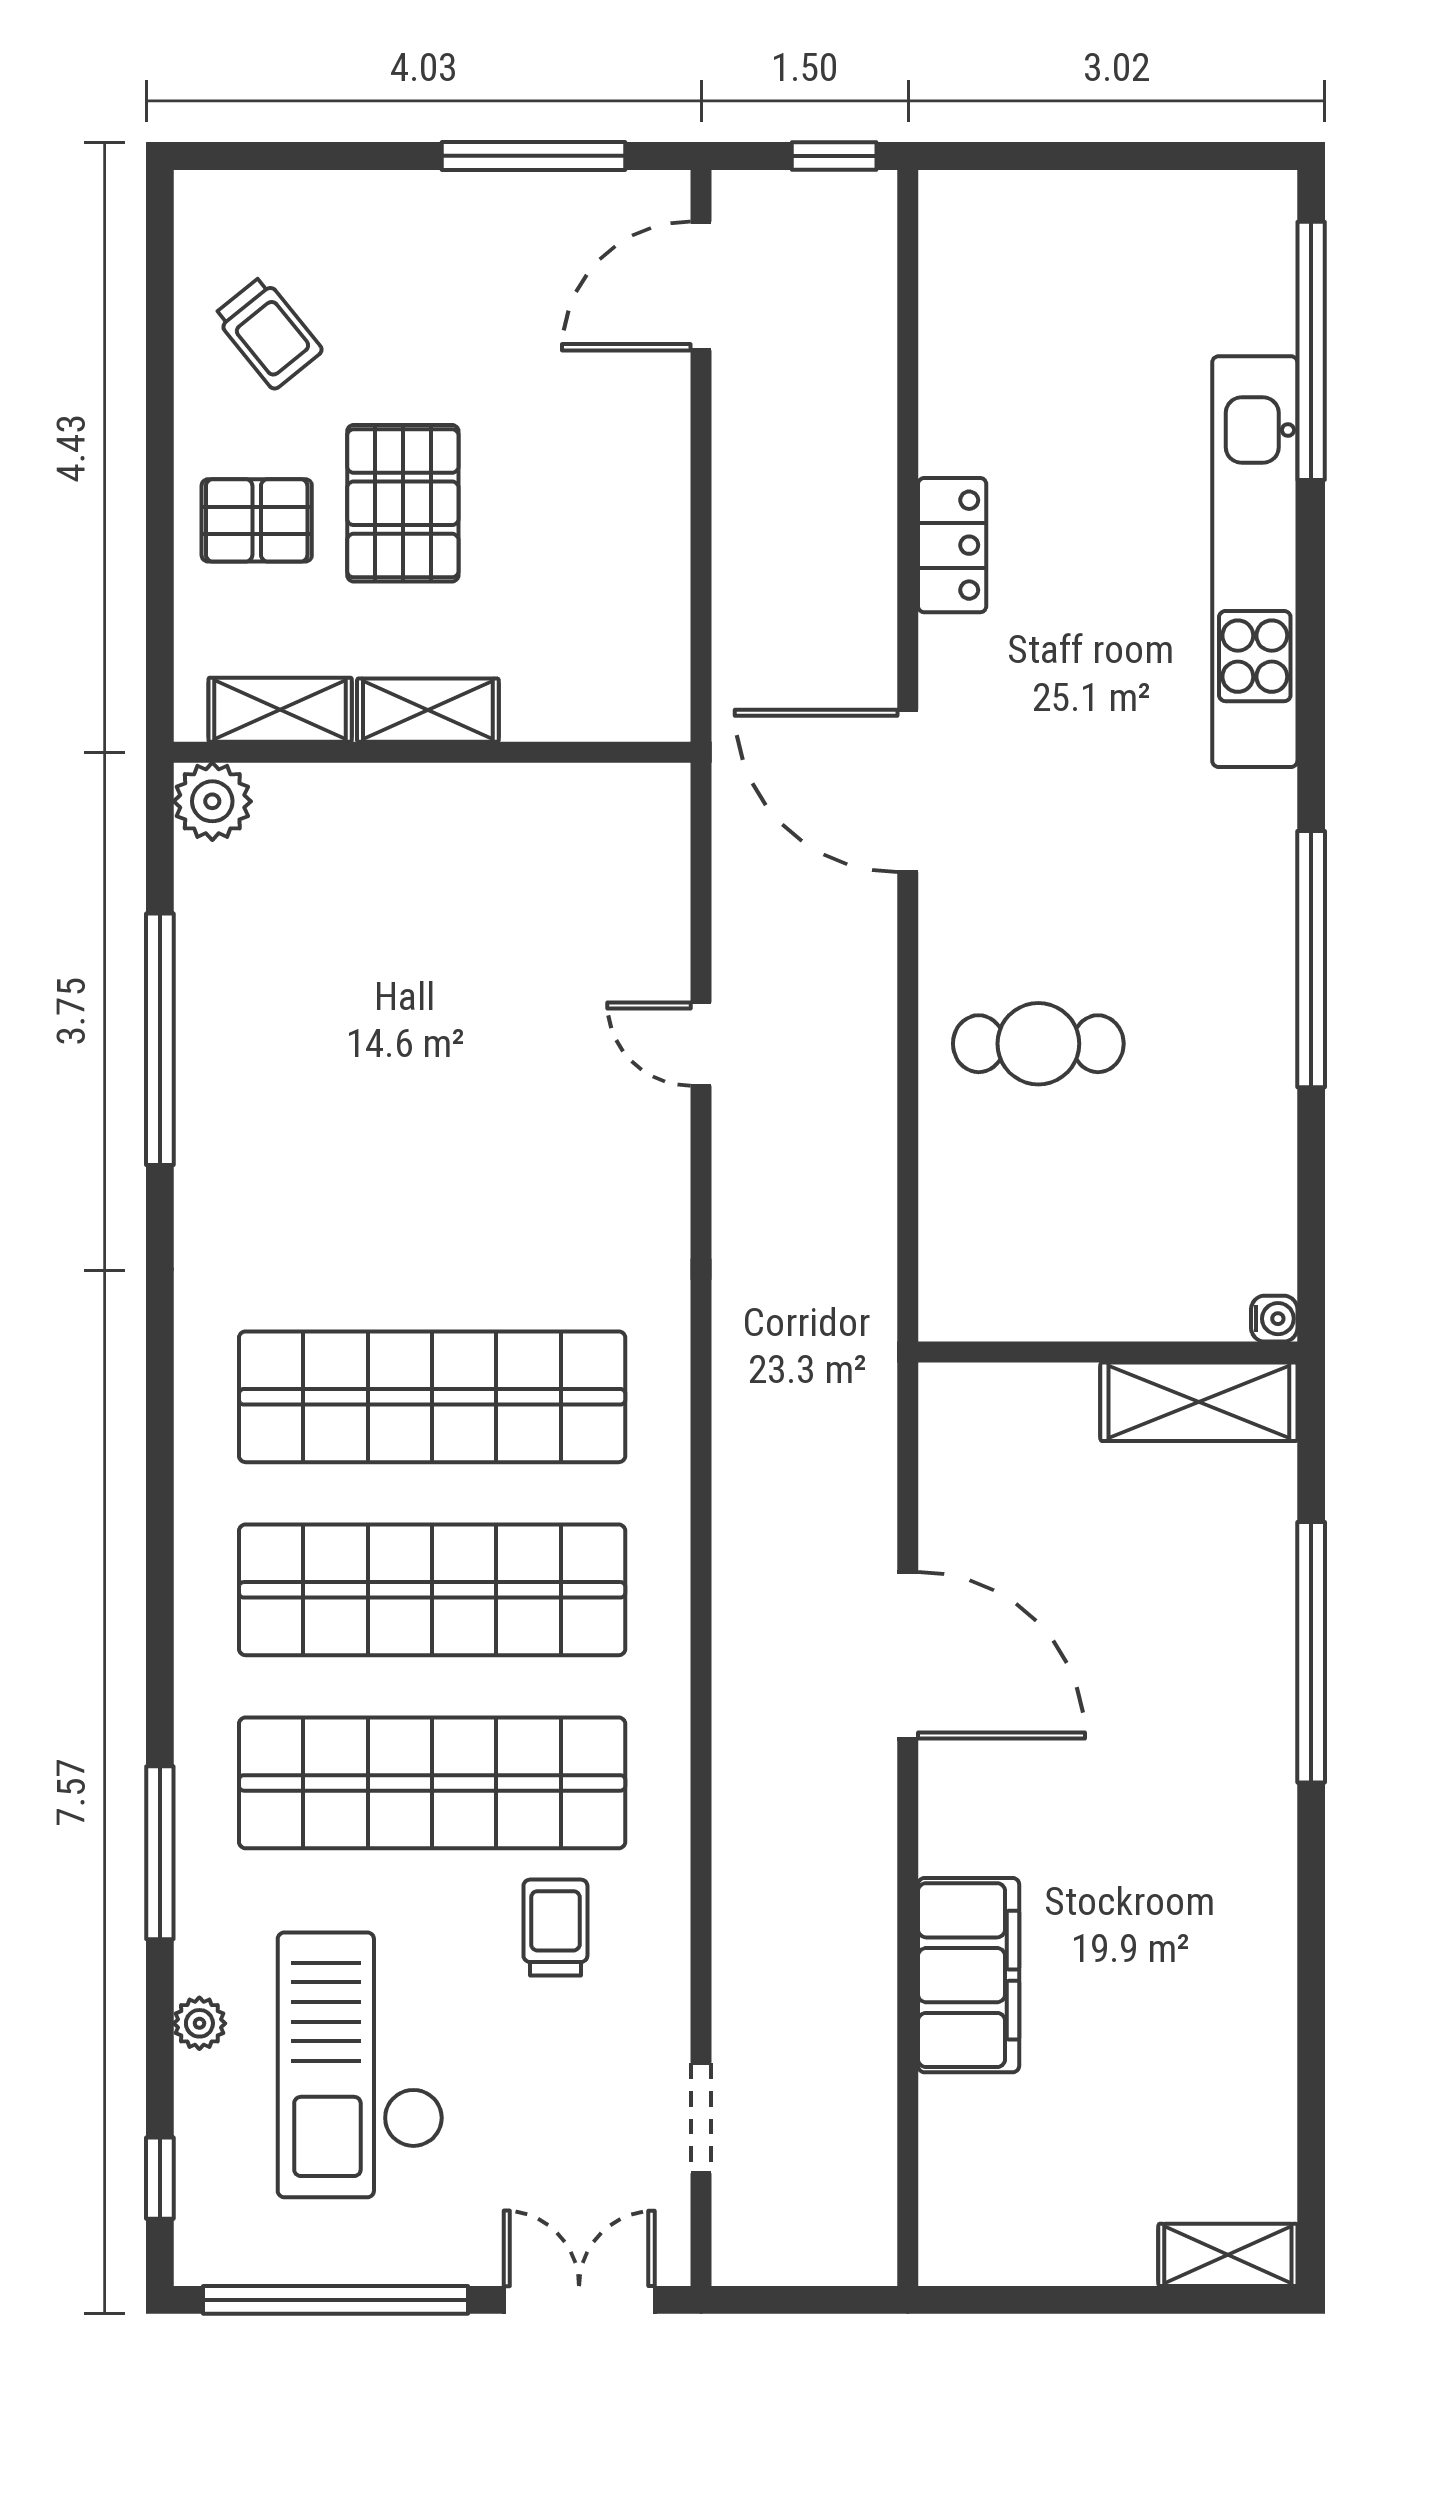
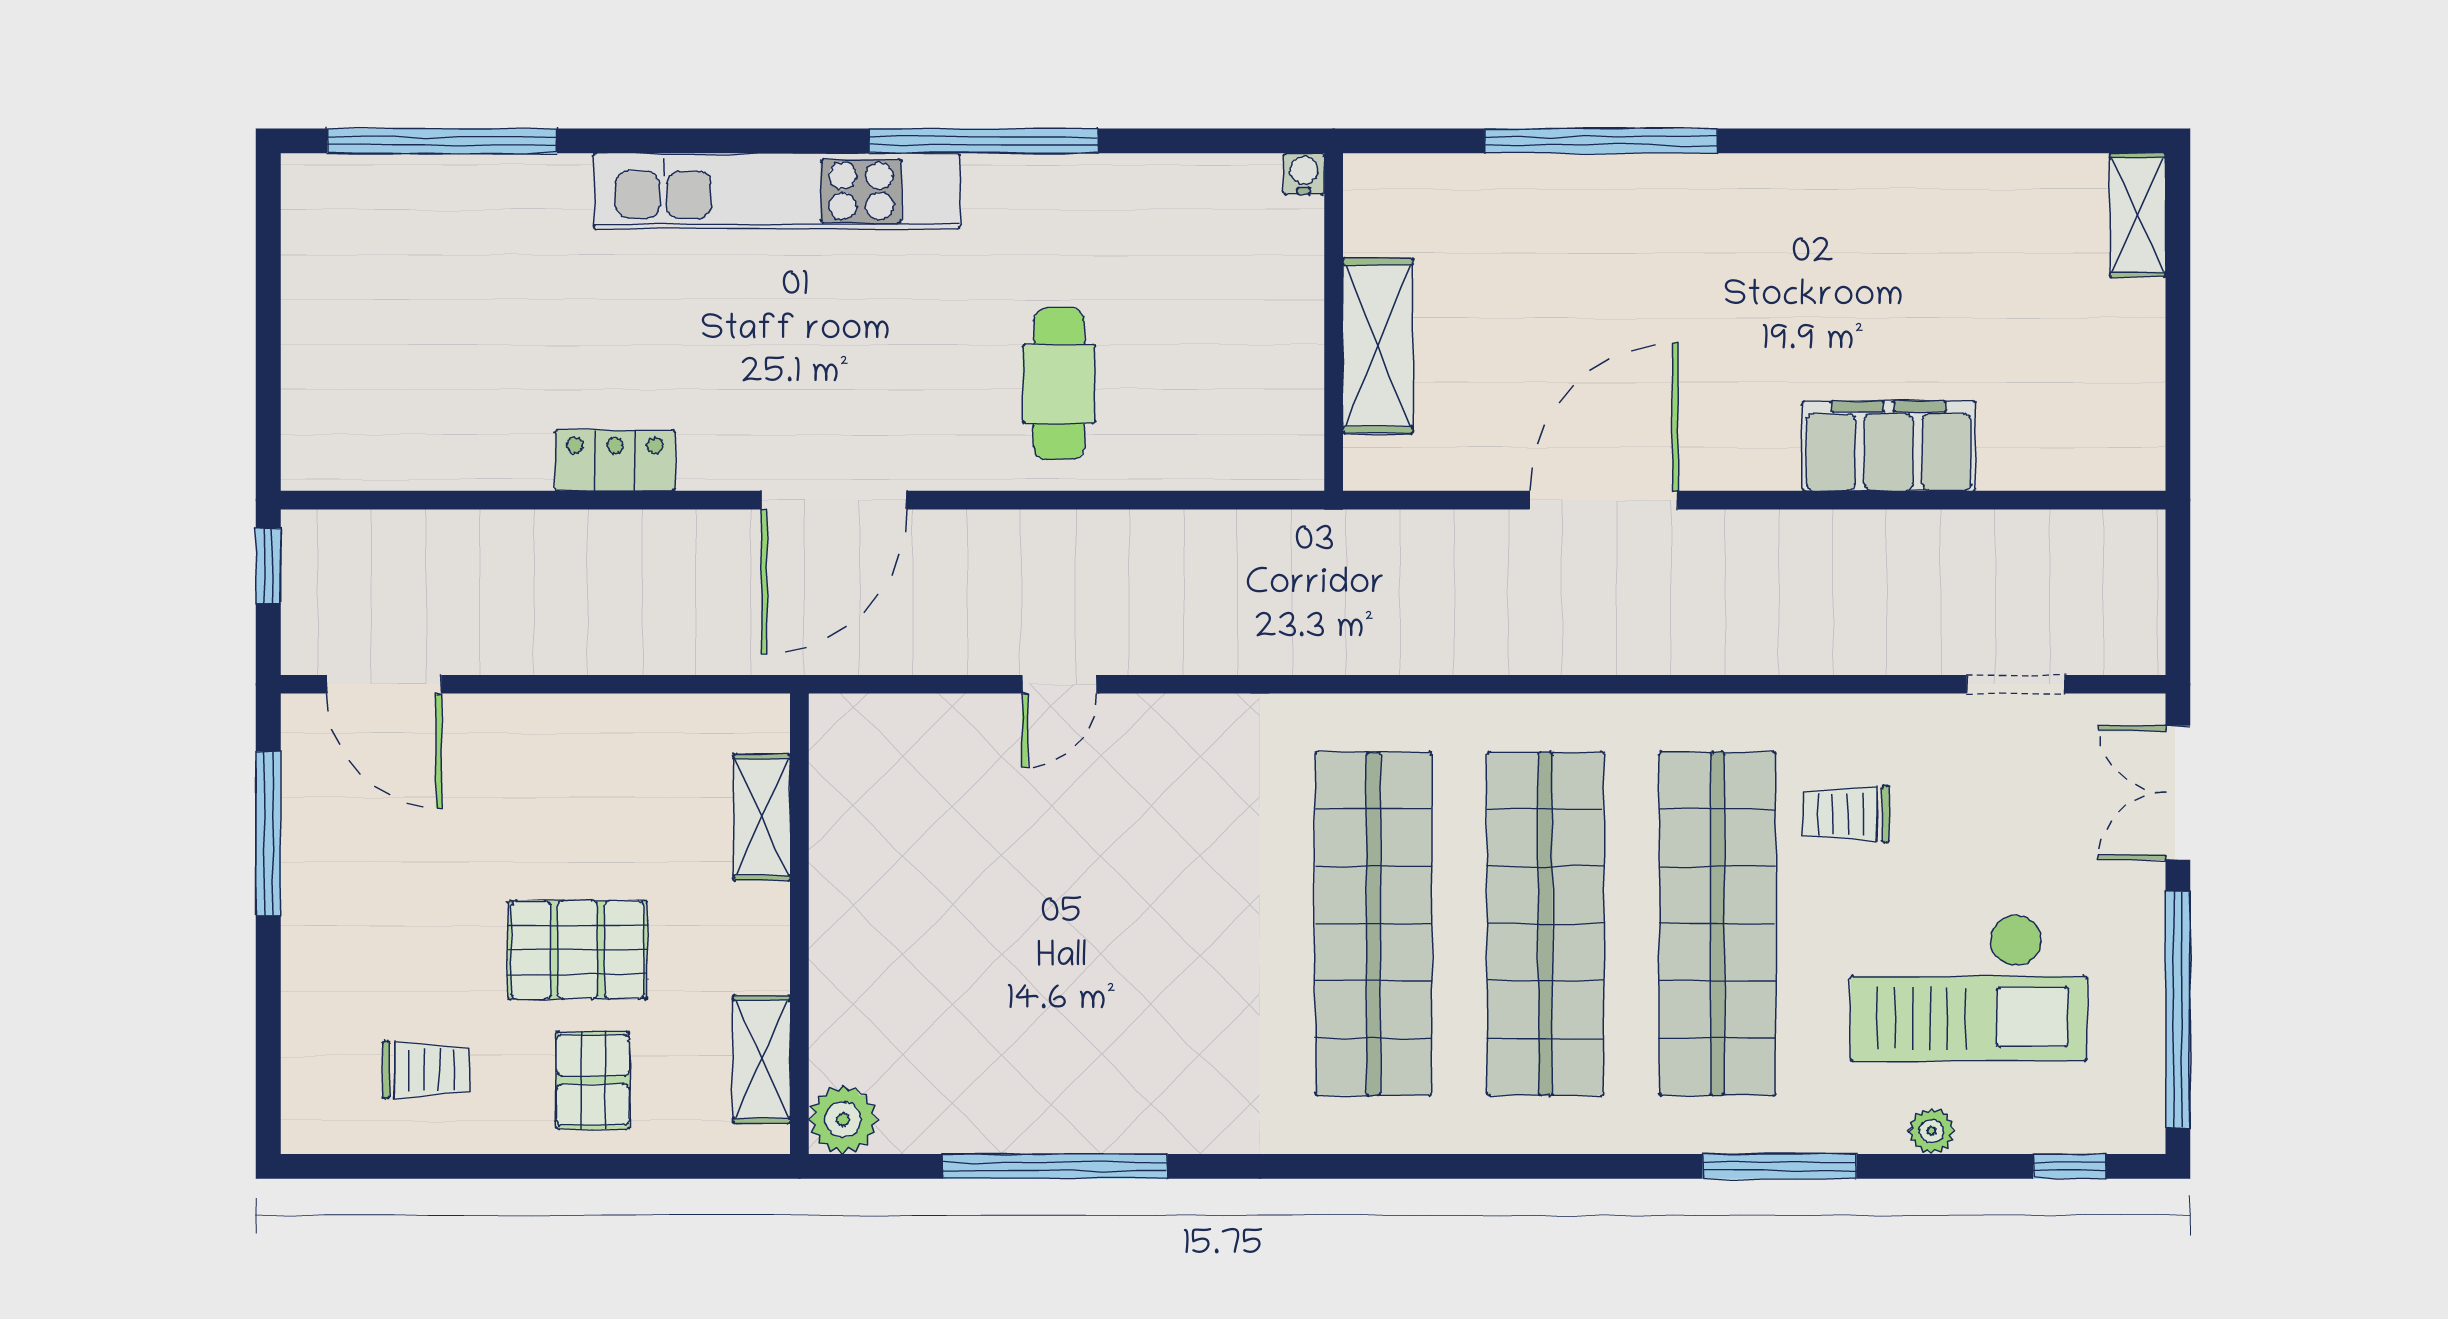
trolley: (268, 333) -> (426, 1070), turned 39
kitchen unit: (1255, 562) -> (777, 191), moved
shelving: (428, 710) -> (762, 817), moved
shelving: (1199, 1402) -> (1378, 346), moved

